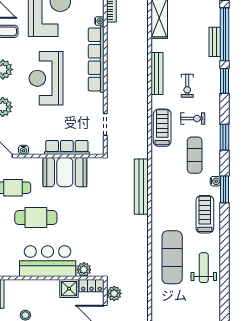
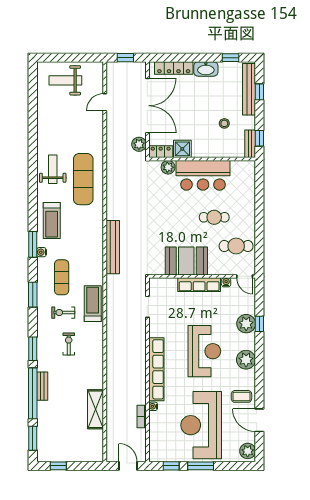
bench: (157, 73) -> (98, 356), removed
treadmill: (162, 128) -> (93, 304), turned 180
row of seats: (67, 148) -> (199, 285), moved
cafe table: (36, 218) -> (214, 217), width x0.73, depth x0.74
weight bench: (204, 268) -> (53, 169), turned 180

